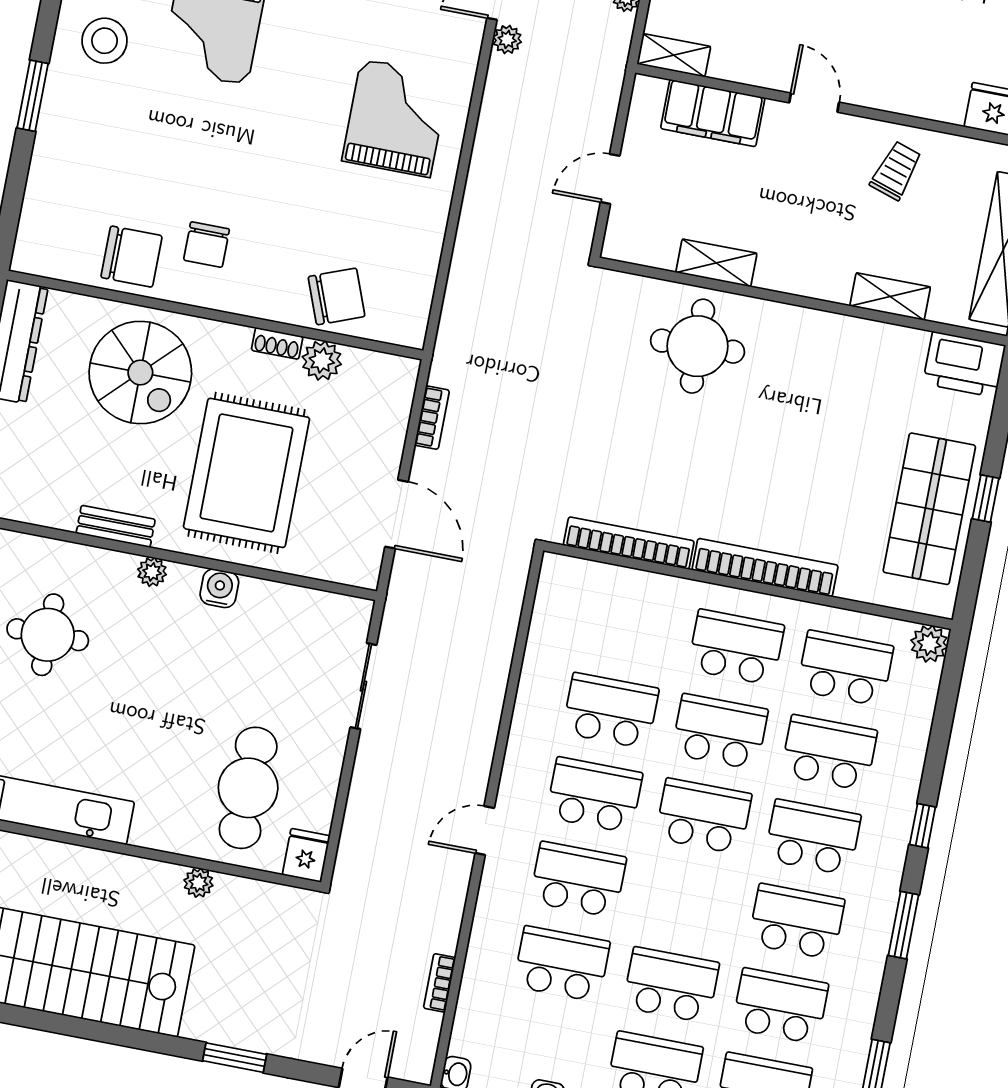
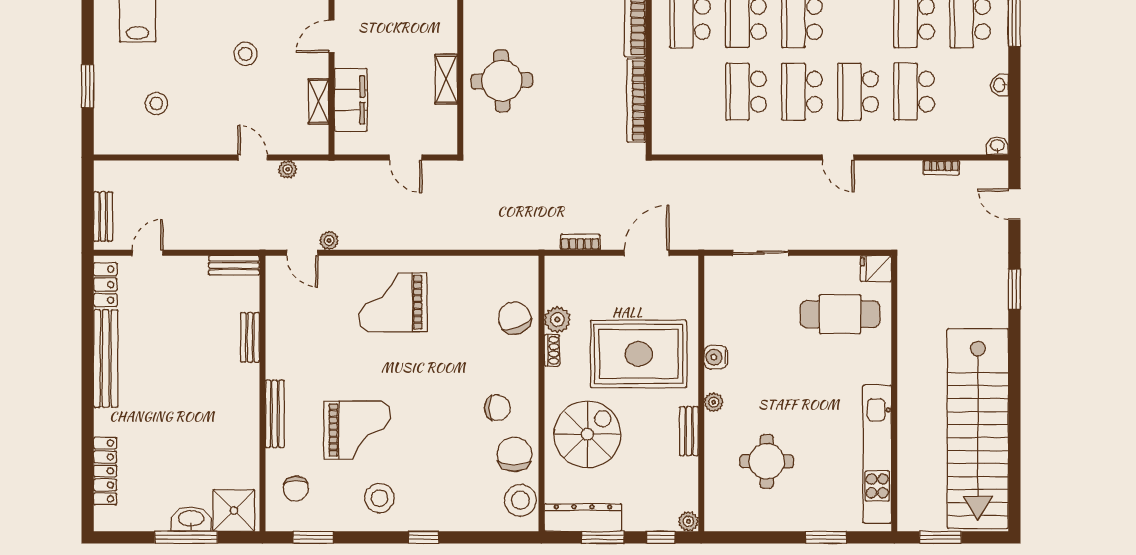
shelving: (674, 55) -> (319, 101), moved
window: (33, 96) -> (424, 537), width x0.67
stool: (60, 252) -> (520, 500), added
plant: (198, 883) -> (907, 334), removed

